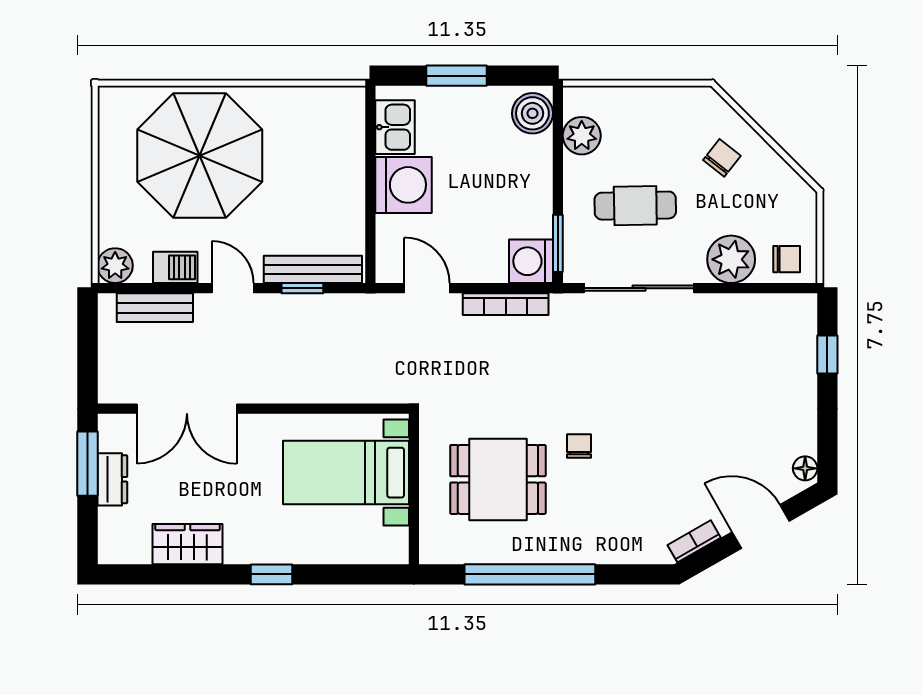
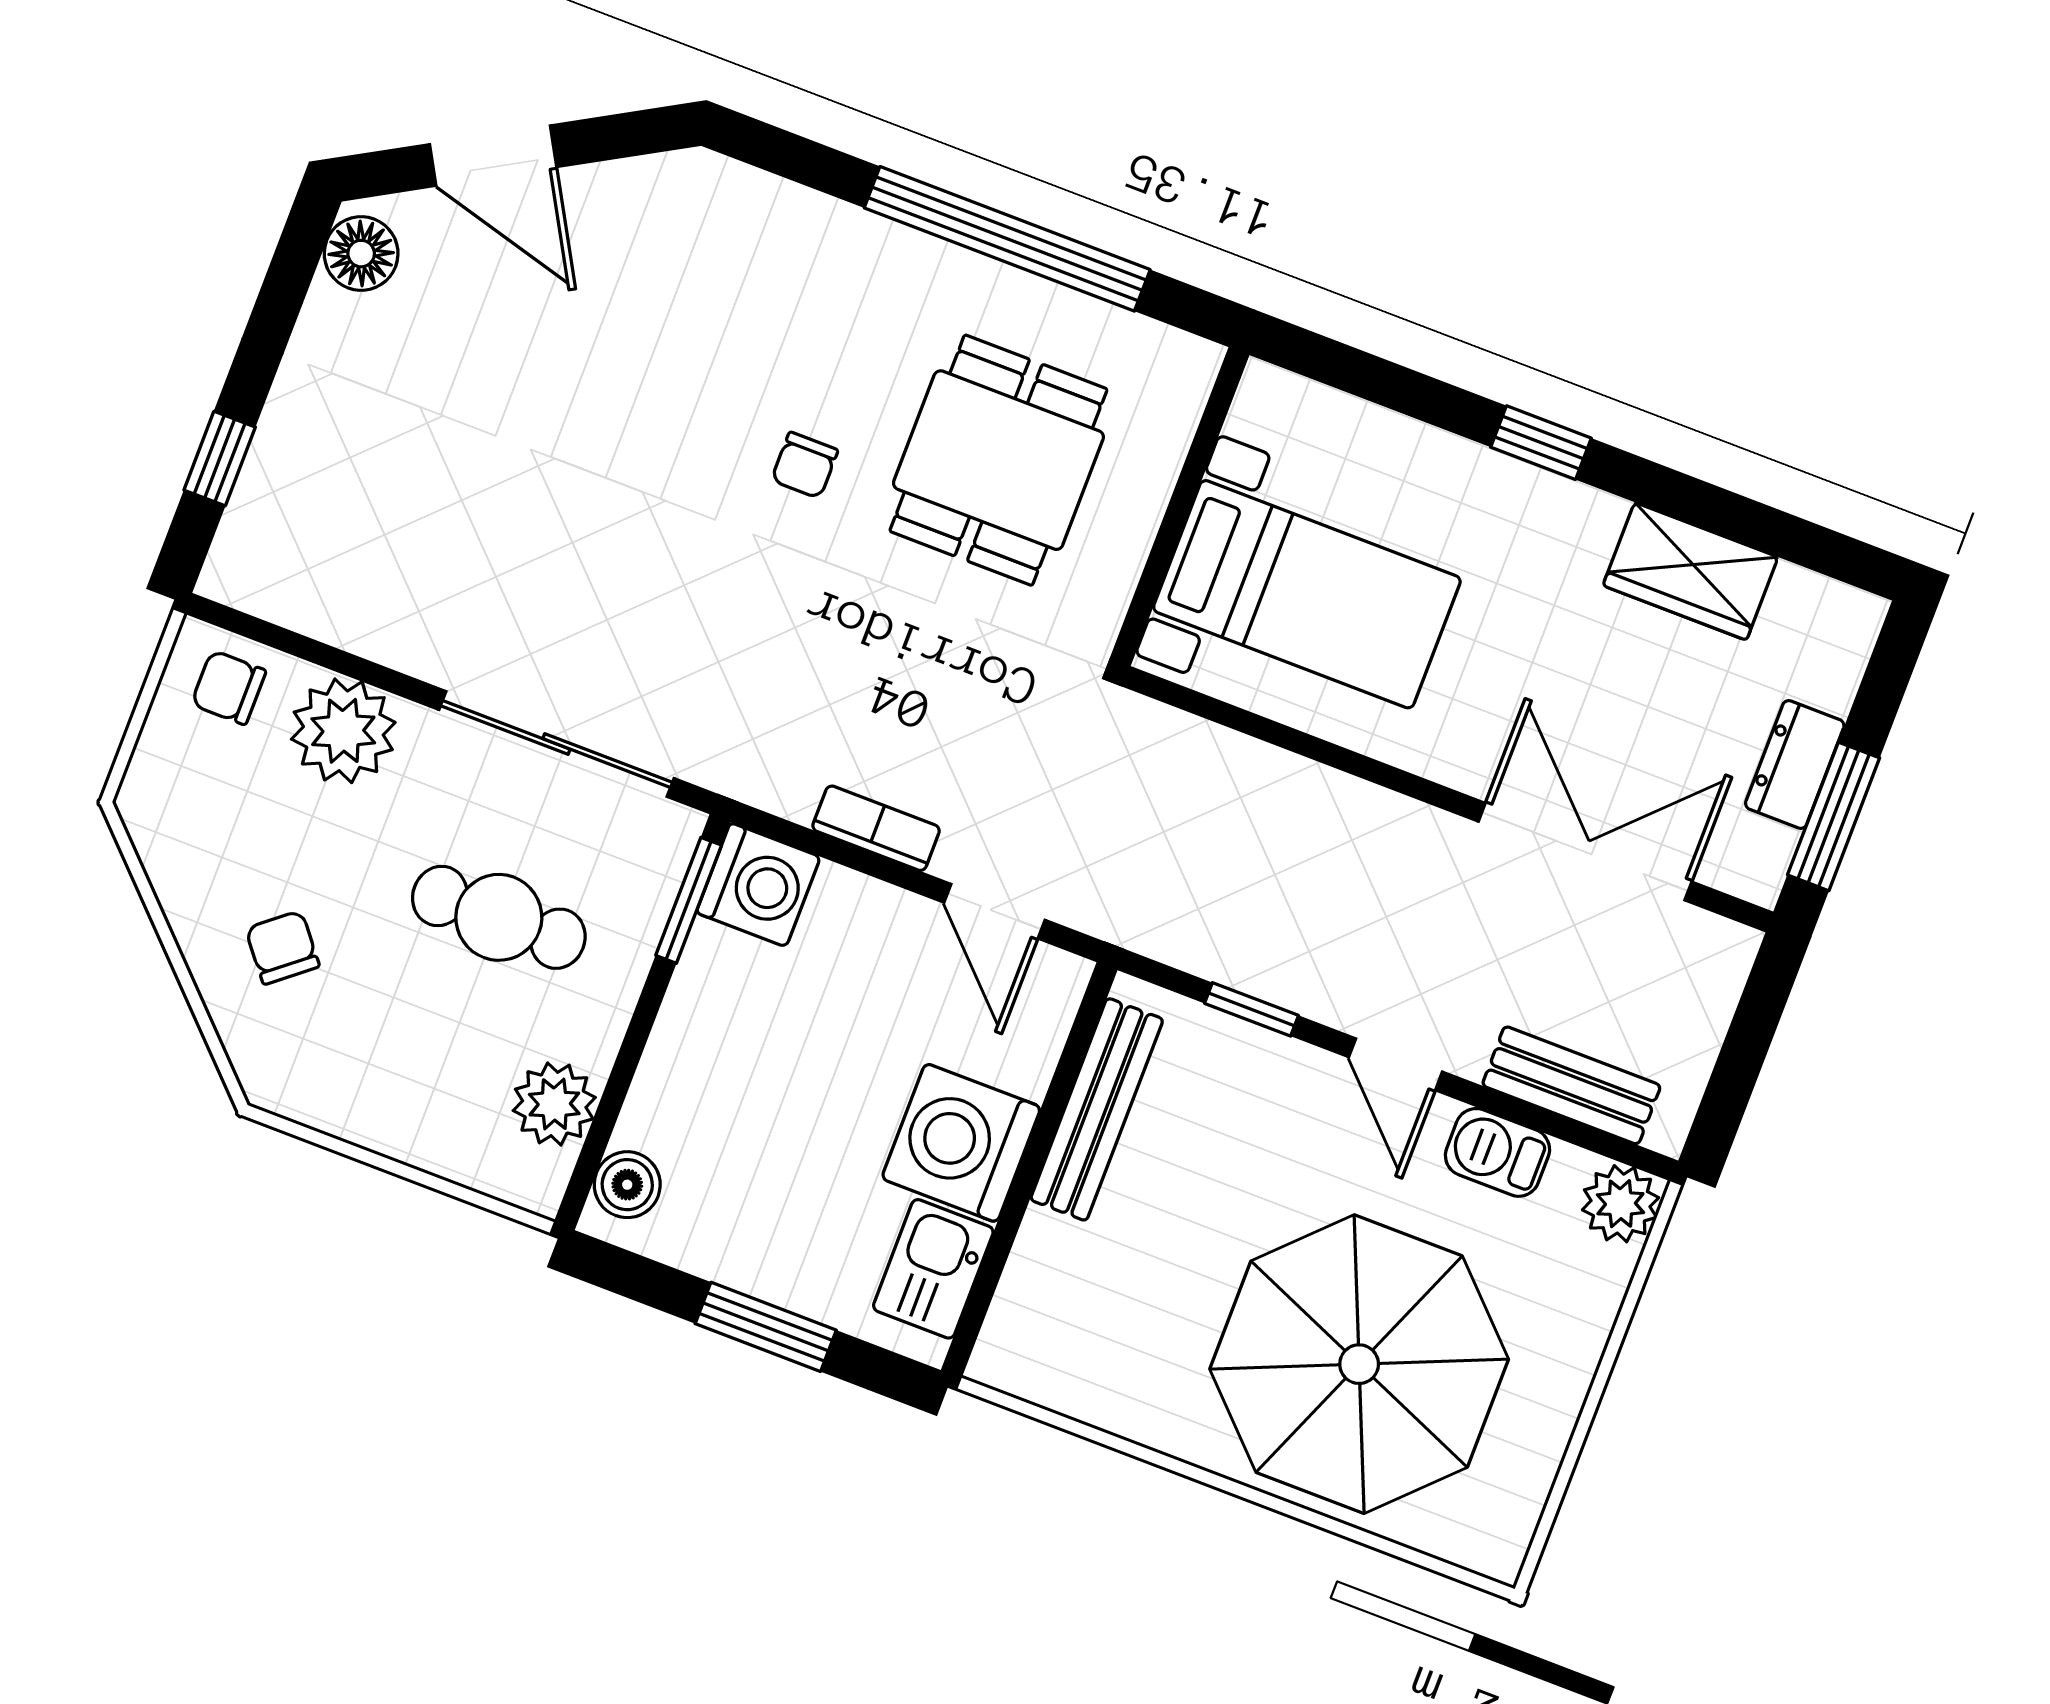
boiler: (532, 113) -> (627, 1185), width x0.73, depth x0.73
chair: (722, 158) -> (282, 948), turned 103
bench: (313, 269) -> (1097, 1109), moved, turned 90
bookcase: (506, 304) -> (876, 828), width x0.64
floor lamp: (805, 468) -> (361, 254), width x1.37, depth x1.37
dining table: (498, 479) -> (998, 460), turned 90
bookcase: (694, 541) -> (642, 177), removed

